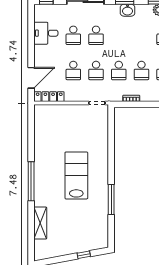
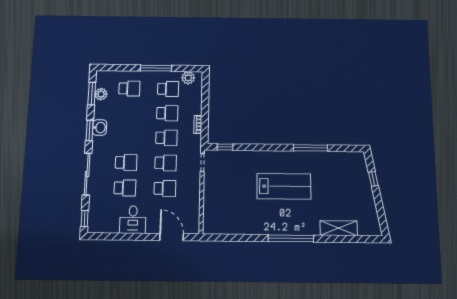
desk: (46, 33) -> (133, 220), moved
locker: (49, 97) -> (194, 216), removed
window: (111, 123) -> (225, 147), added
lab bench: (76, 175) -> (284, 186), turned 180

